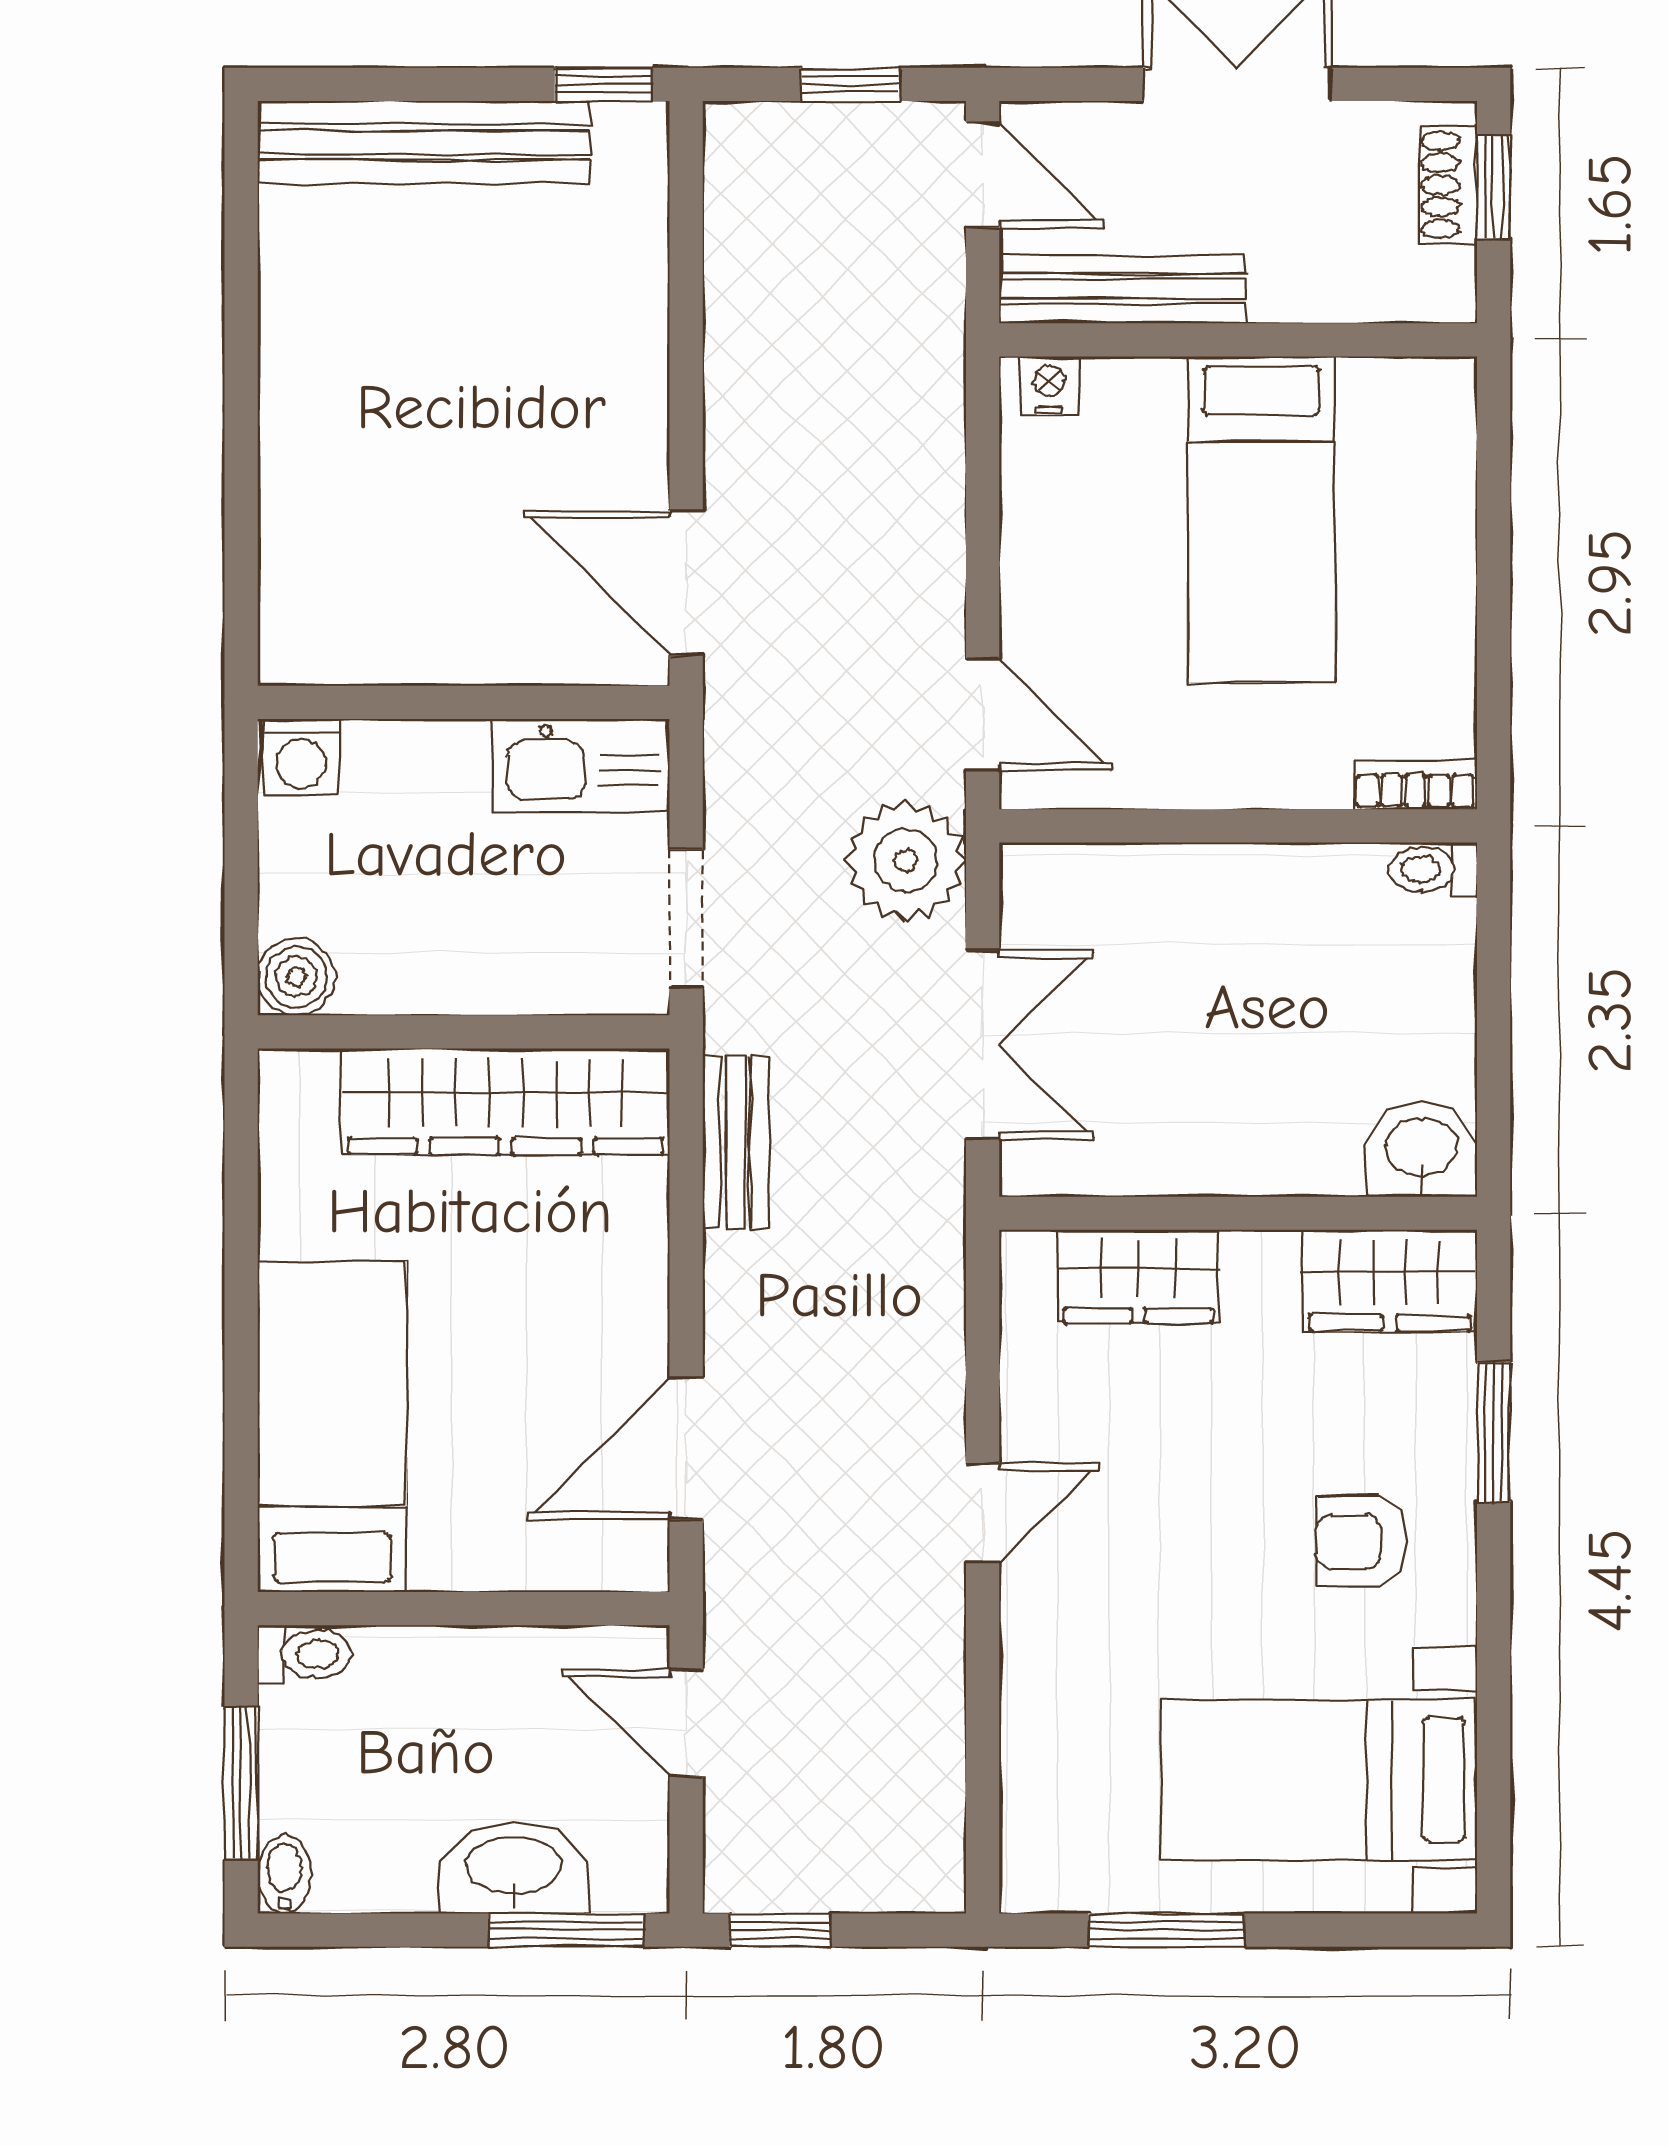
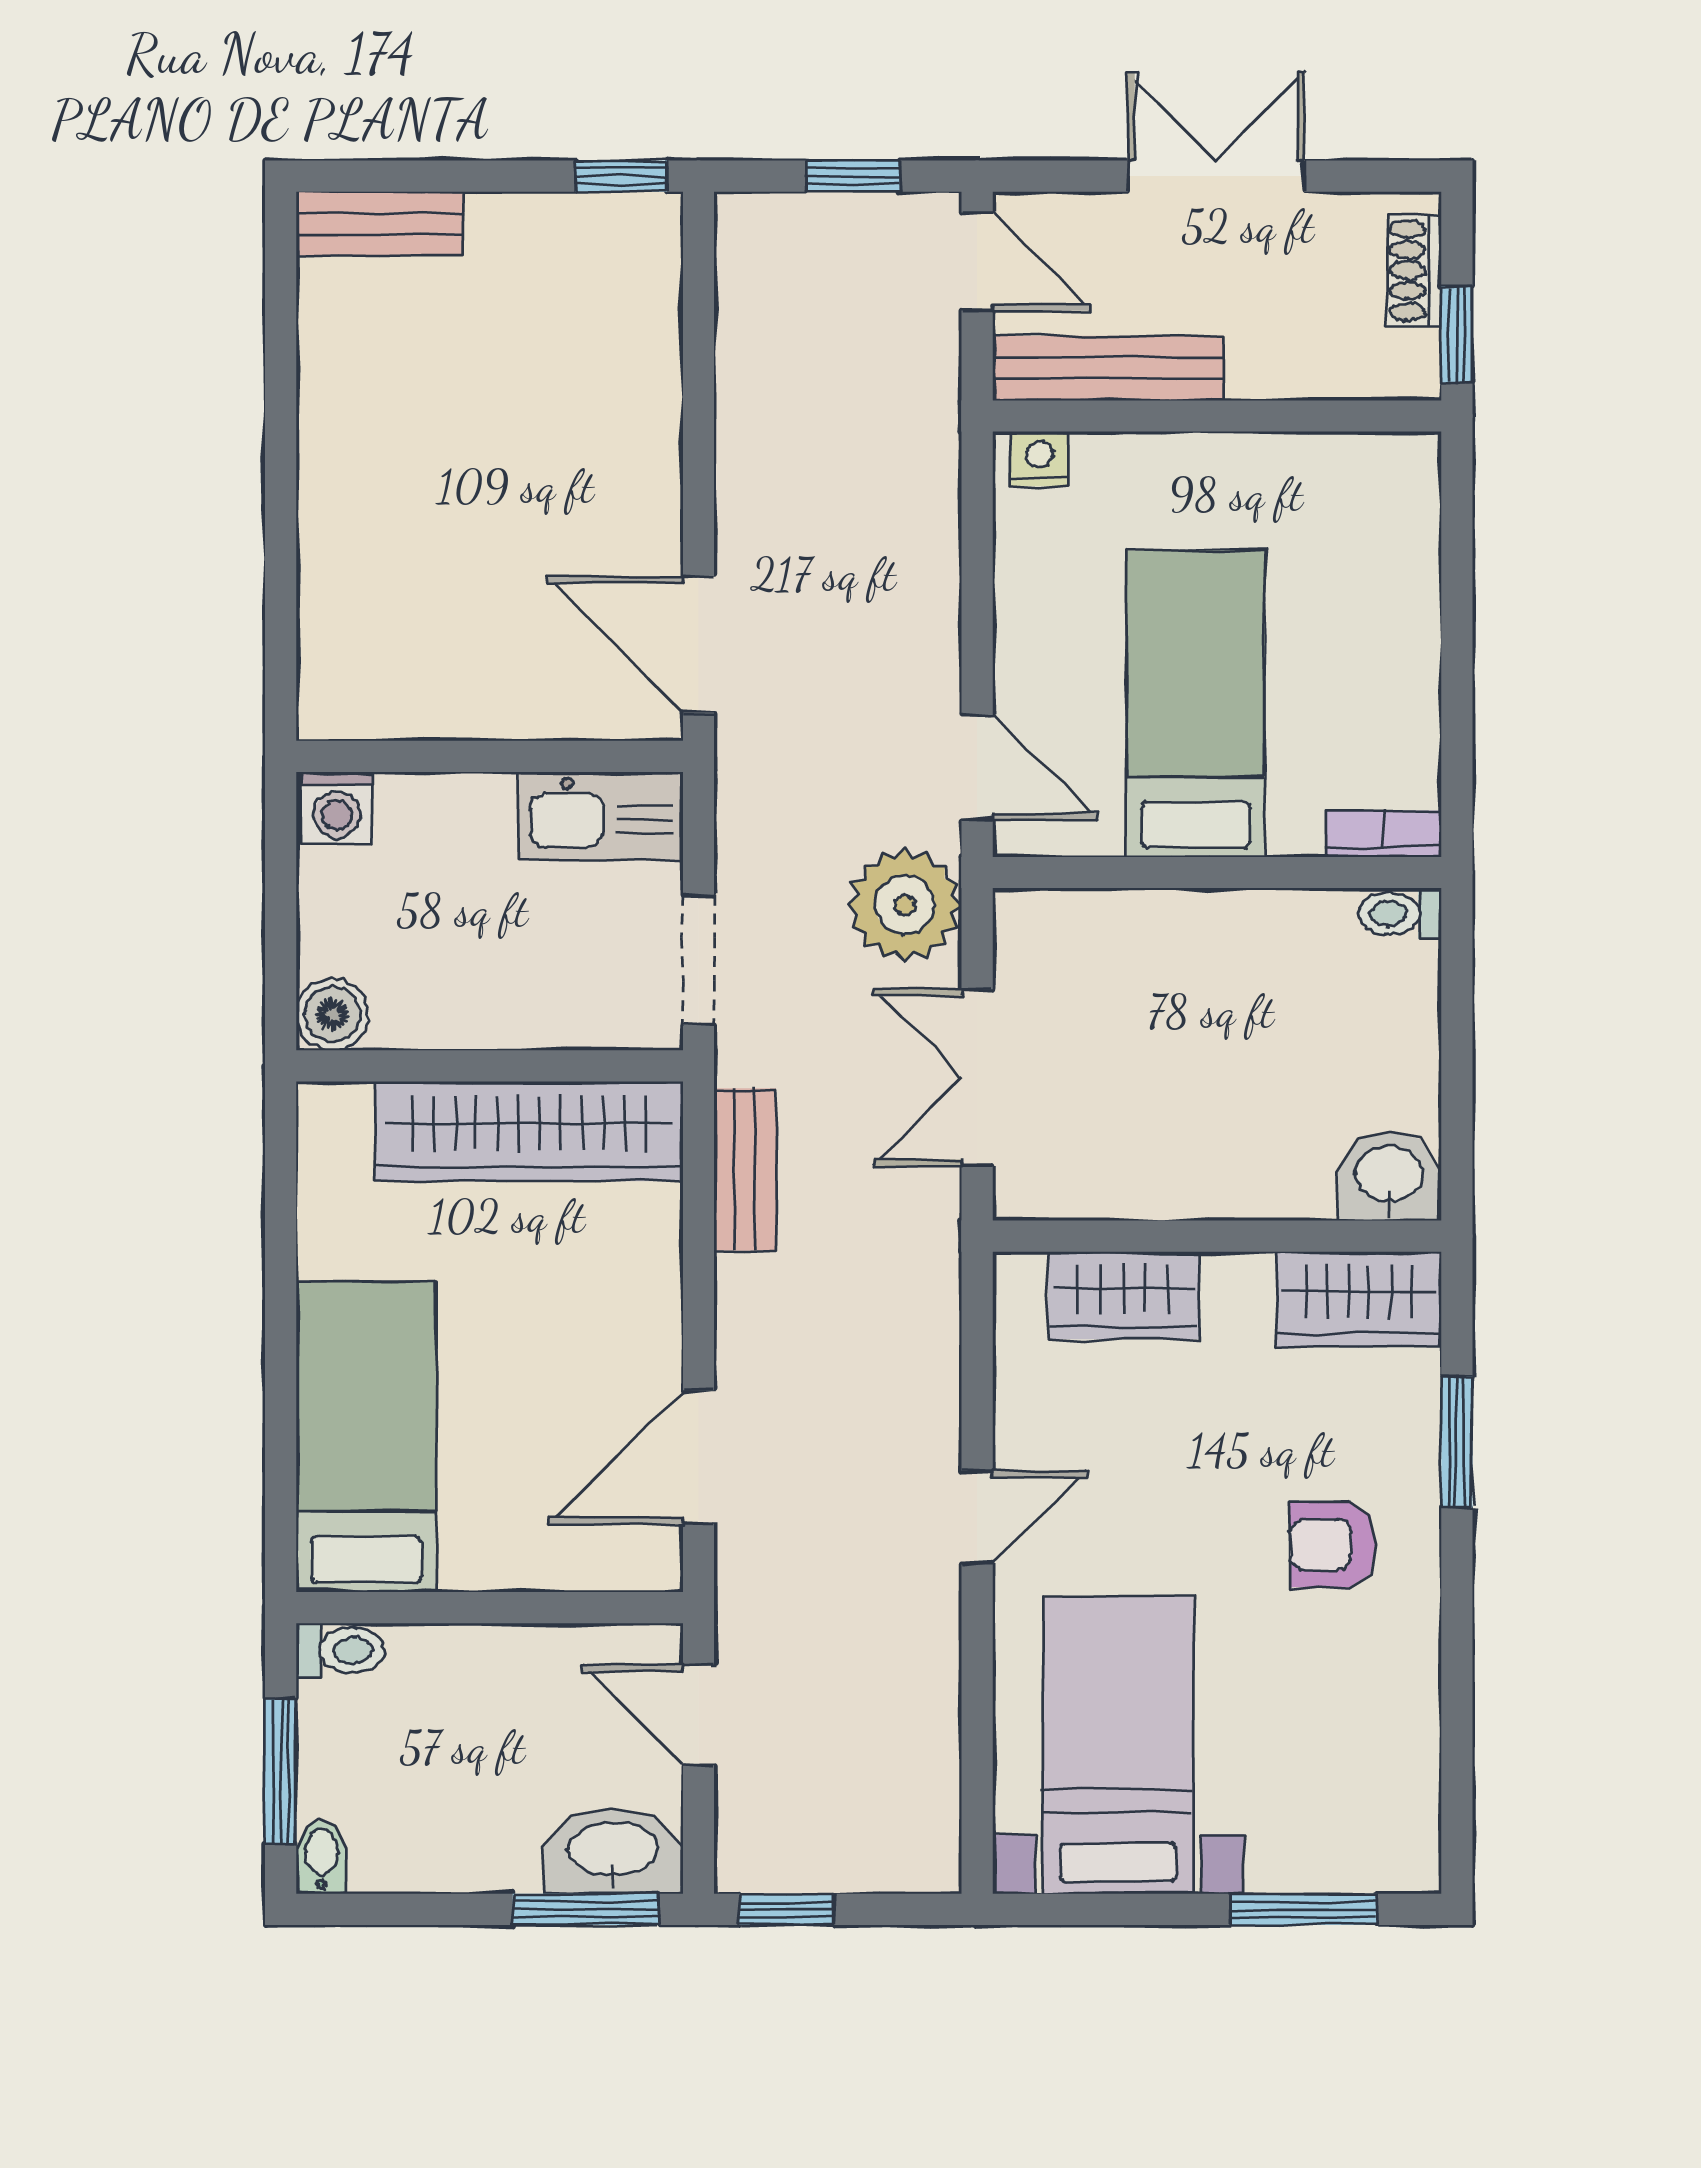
bench: (424, 142) -> (380, 224), width x0.54, depth x0.82
window: (1494, 187) -> (1457, 335), moved
bed: (1261, 519) -> (1196, 704), moved, turned 180
double door: (983, 1044) -> (977, 1078), swing flipped
bed with nightstands: (1319, 1780) -> (1118, 1745), moved, turned 90
washbasin: (514, 1868) -> (613, 1851), moved
window: (1166, 1930) -> (1303, 1909), moved

